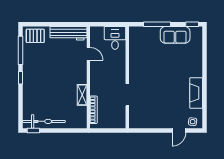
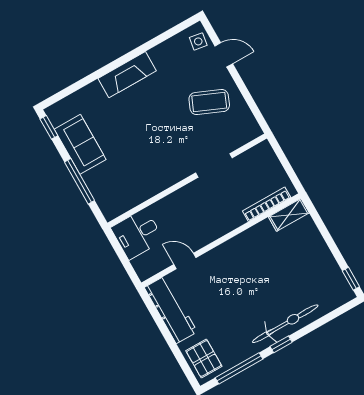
door: (88, 54) -> (185, 261), hinge flipped
fireplace: (196, 93) -> (127, 75), moved
shelving: (82, 95) -> (289, 215), moved
coffee table: (160, 110) -> (209, 102), added
bicycle: (44, 121) -> (285, 324), moved, turned 90

